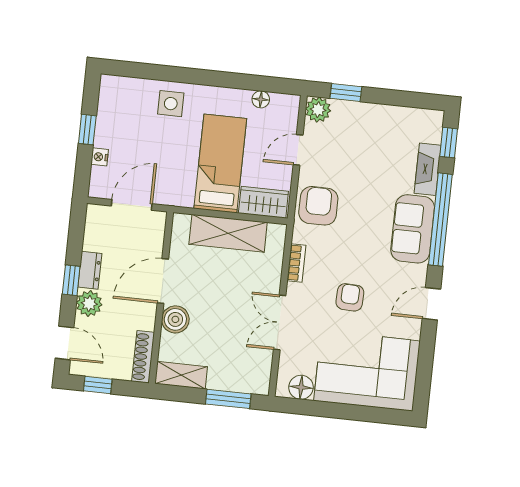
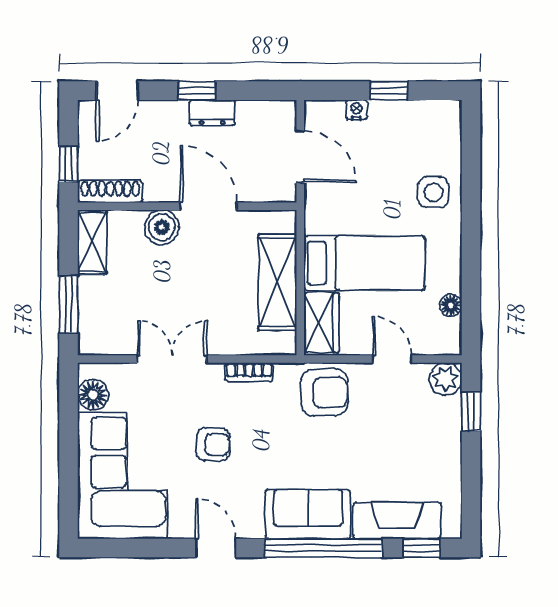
fireplace: (428, 169) -> (397, 521), width x1.37, depth x1.32
plant: (89, 304) -> (170, 116), removed
window: (98, 385) -> (69, 164), moved

